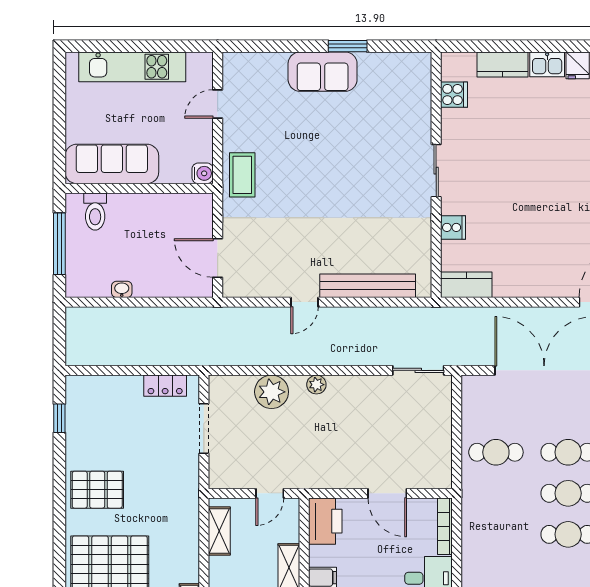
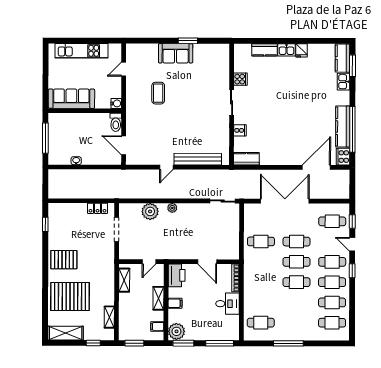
cooker: (454, 95) -> (240, 79), moved
coffee table: (242, 175) -> (158, 93), moved
toilet: (95, 212) -> (116, 122), moved

